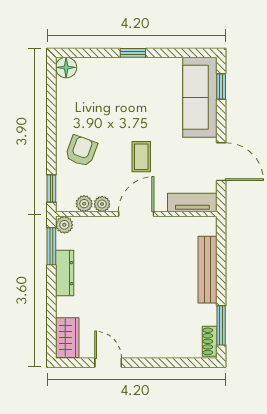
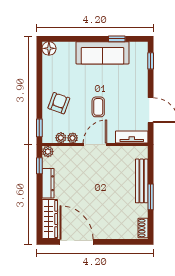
window: (133, 53) -> (117, 39), moved
sofa: (200, 97) -> (102, 53), moved, turned -90
window: (51, 246) -> (39, 166), width x0.67
window: (221, 325) -> (151, 197), moved
wardrobe: (67, 338) -> (50, 219), width x1.50
door: (108, 363) -> (77, 242), width x1.87

